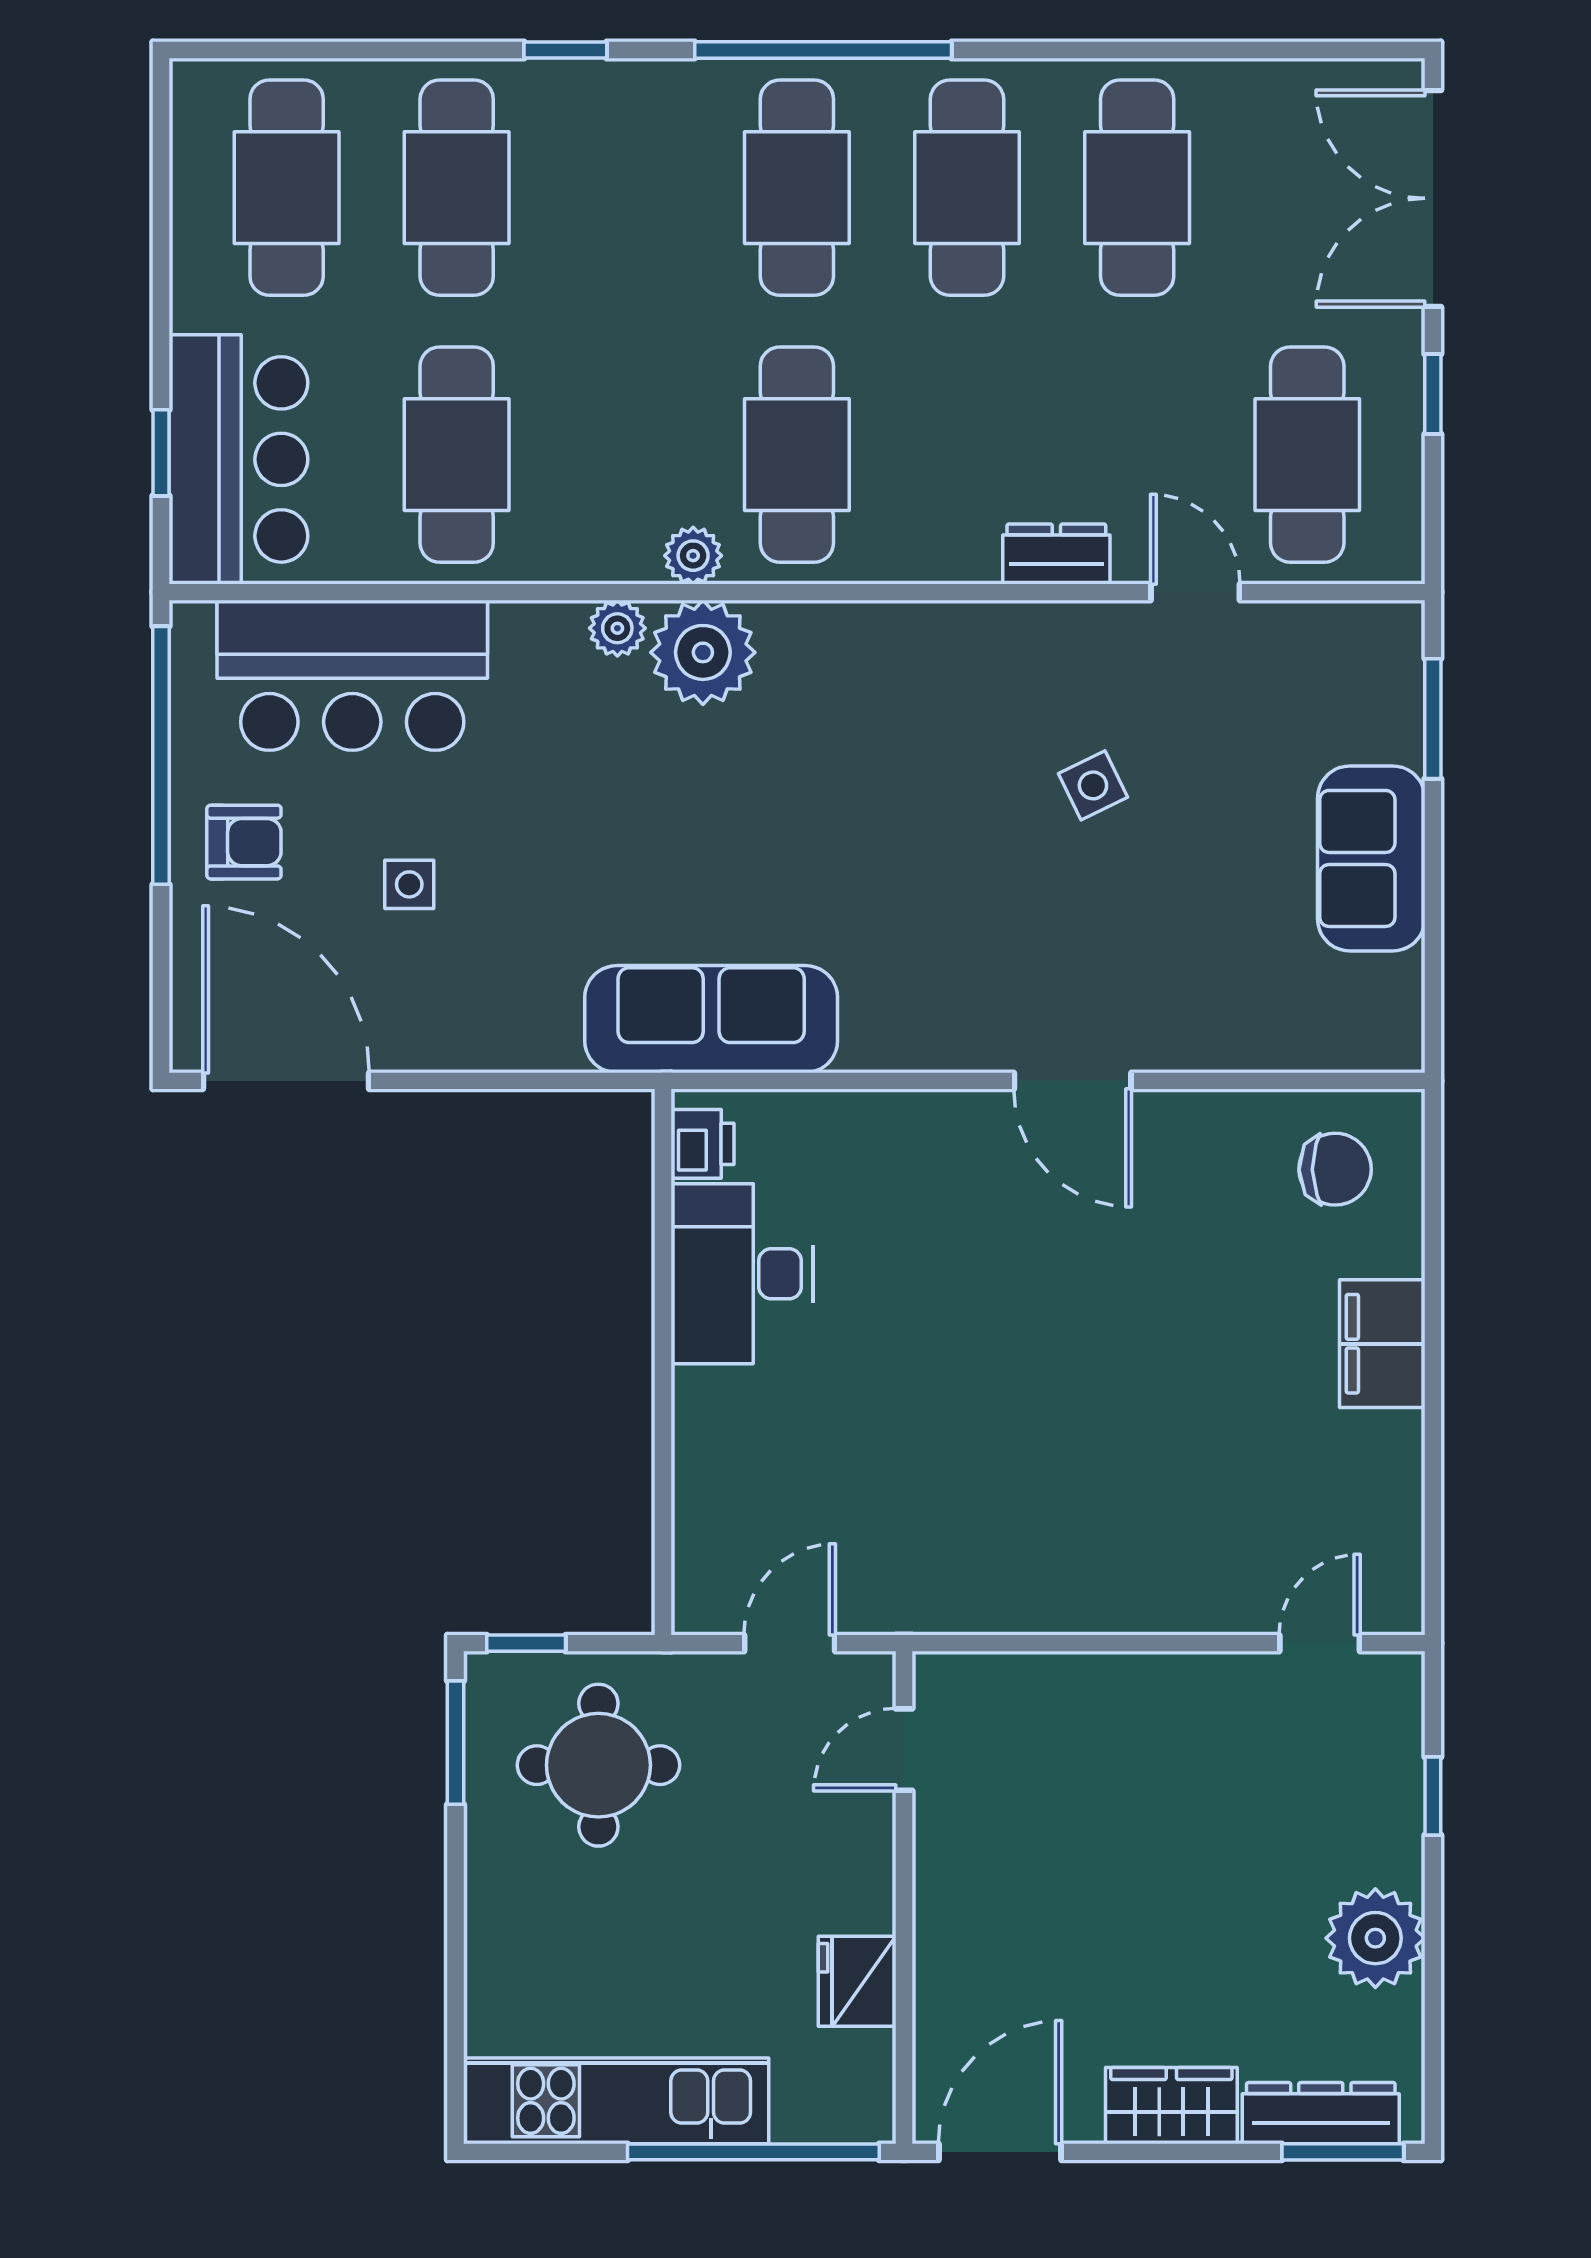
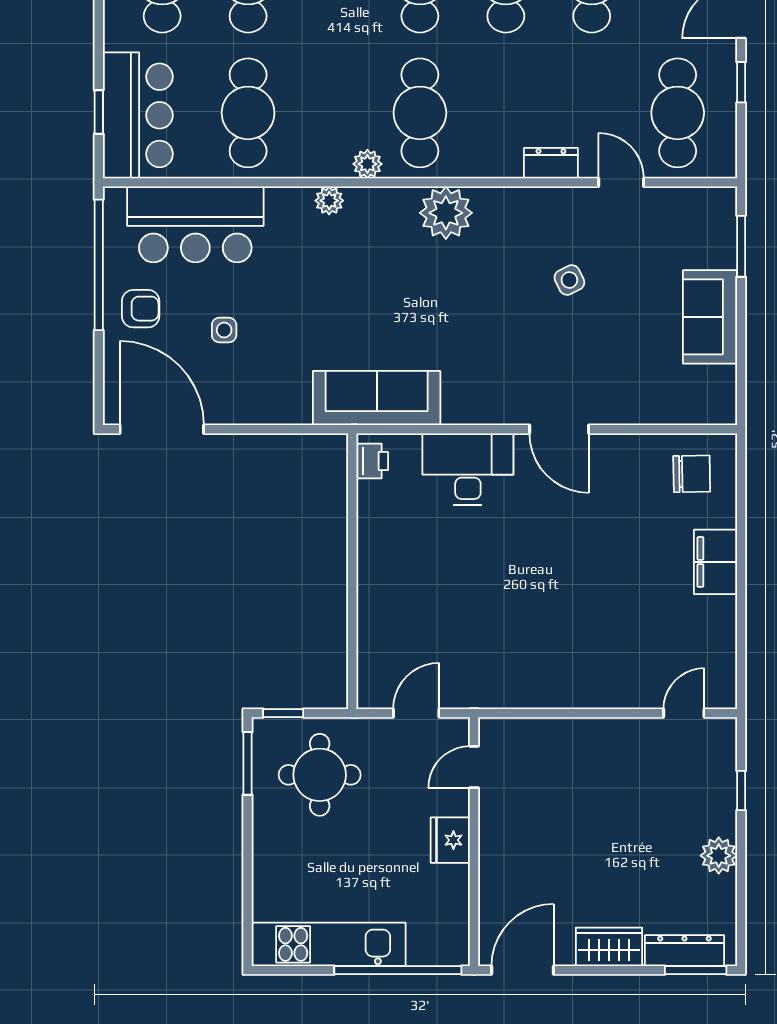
plant: (703, 652) -> (446, 213), moved
desk: (742, 1274) -> (468, 469), moved, turned 90
plant: (1375, 1938) -> (719, 856), width x0.73, depth x0.73
fridge: (857, 1981) -> (450, 840), moved

